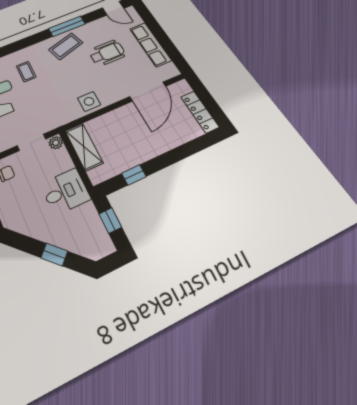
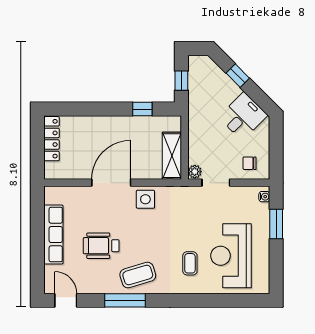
door: (148, 92) -> (111, 183), moved
desk: (65, 192) -> (243, 116), moved, turned 135

